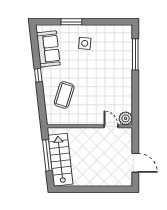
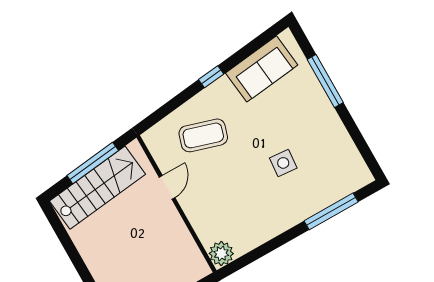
window: (71, 22) -> (325, 81), width x1.44
side table: (85, 43) -> (283, 163), moved
door: (111, 126) -> (167, 187), moved

